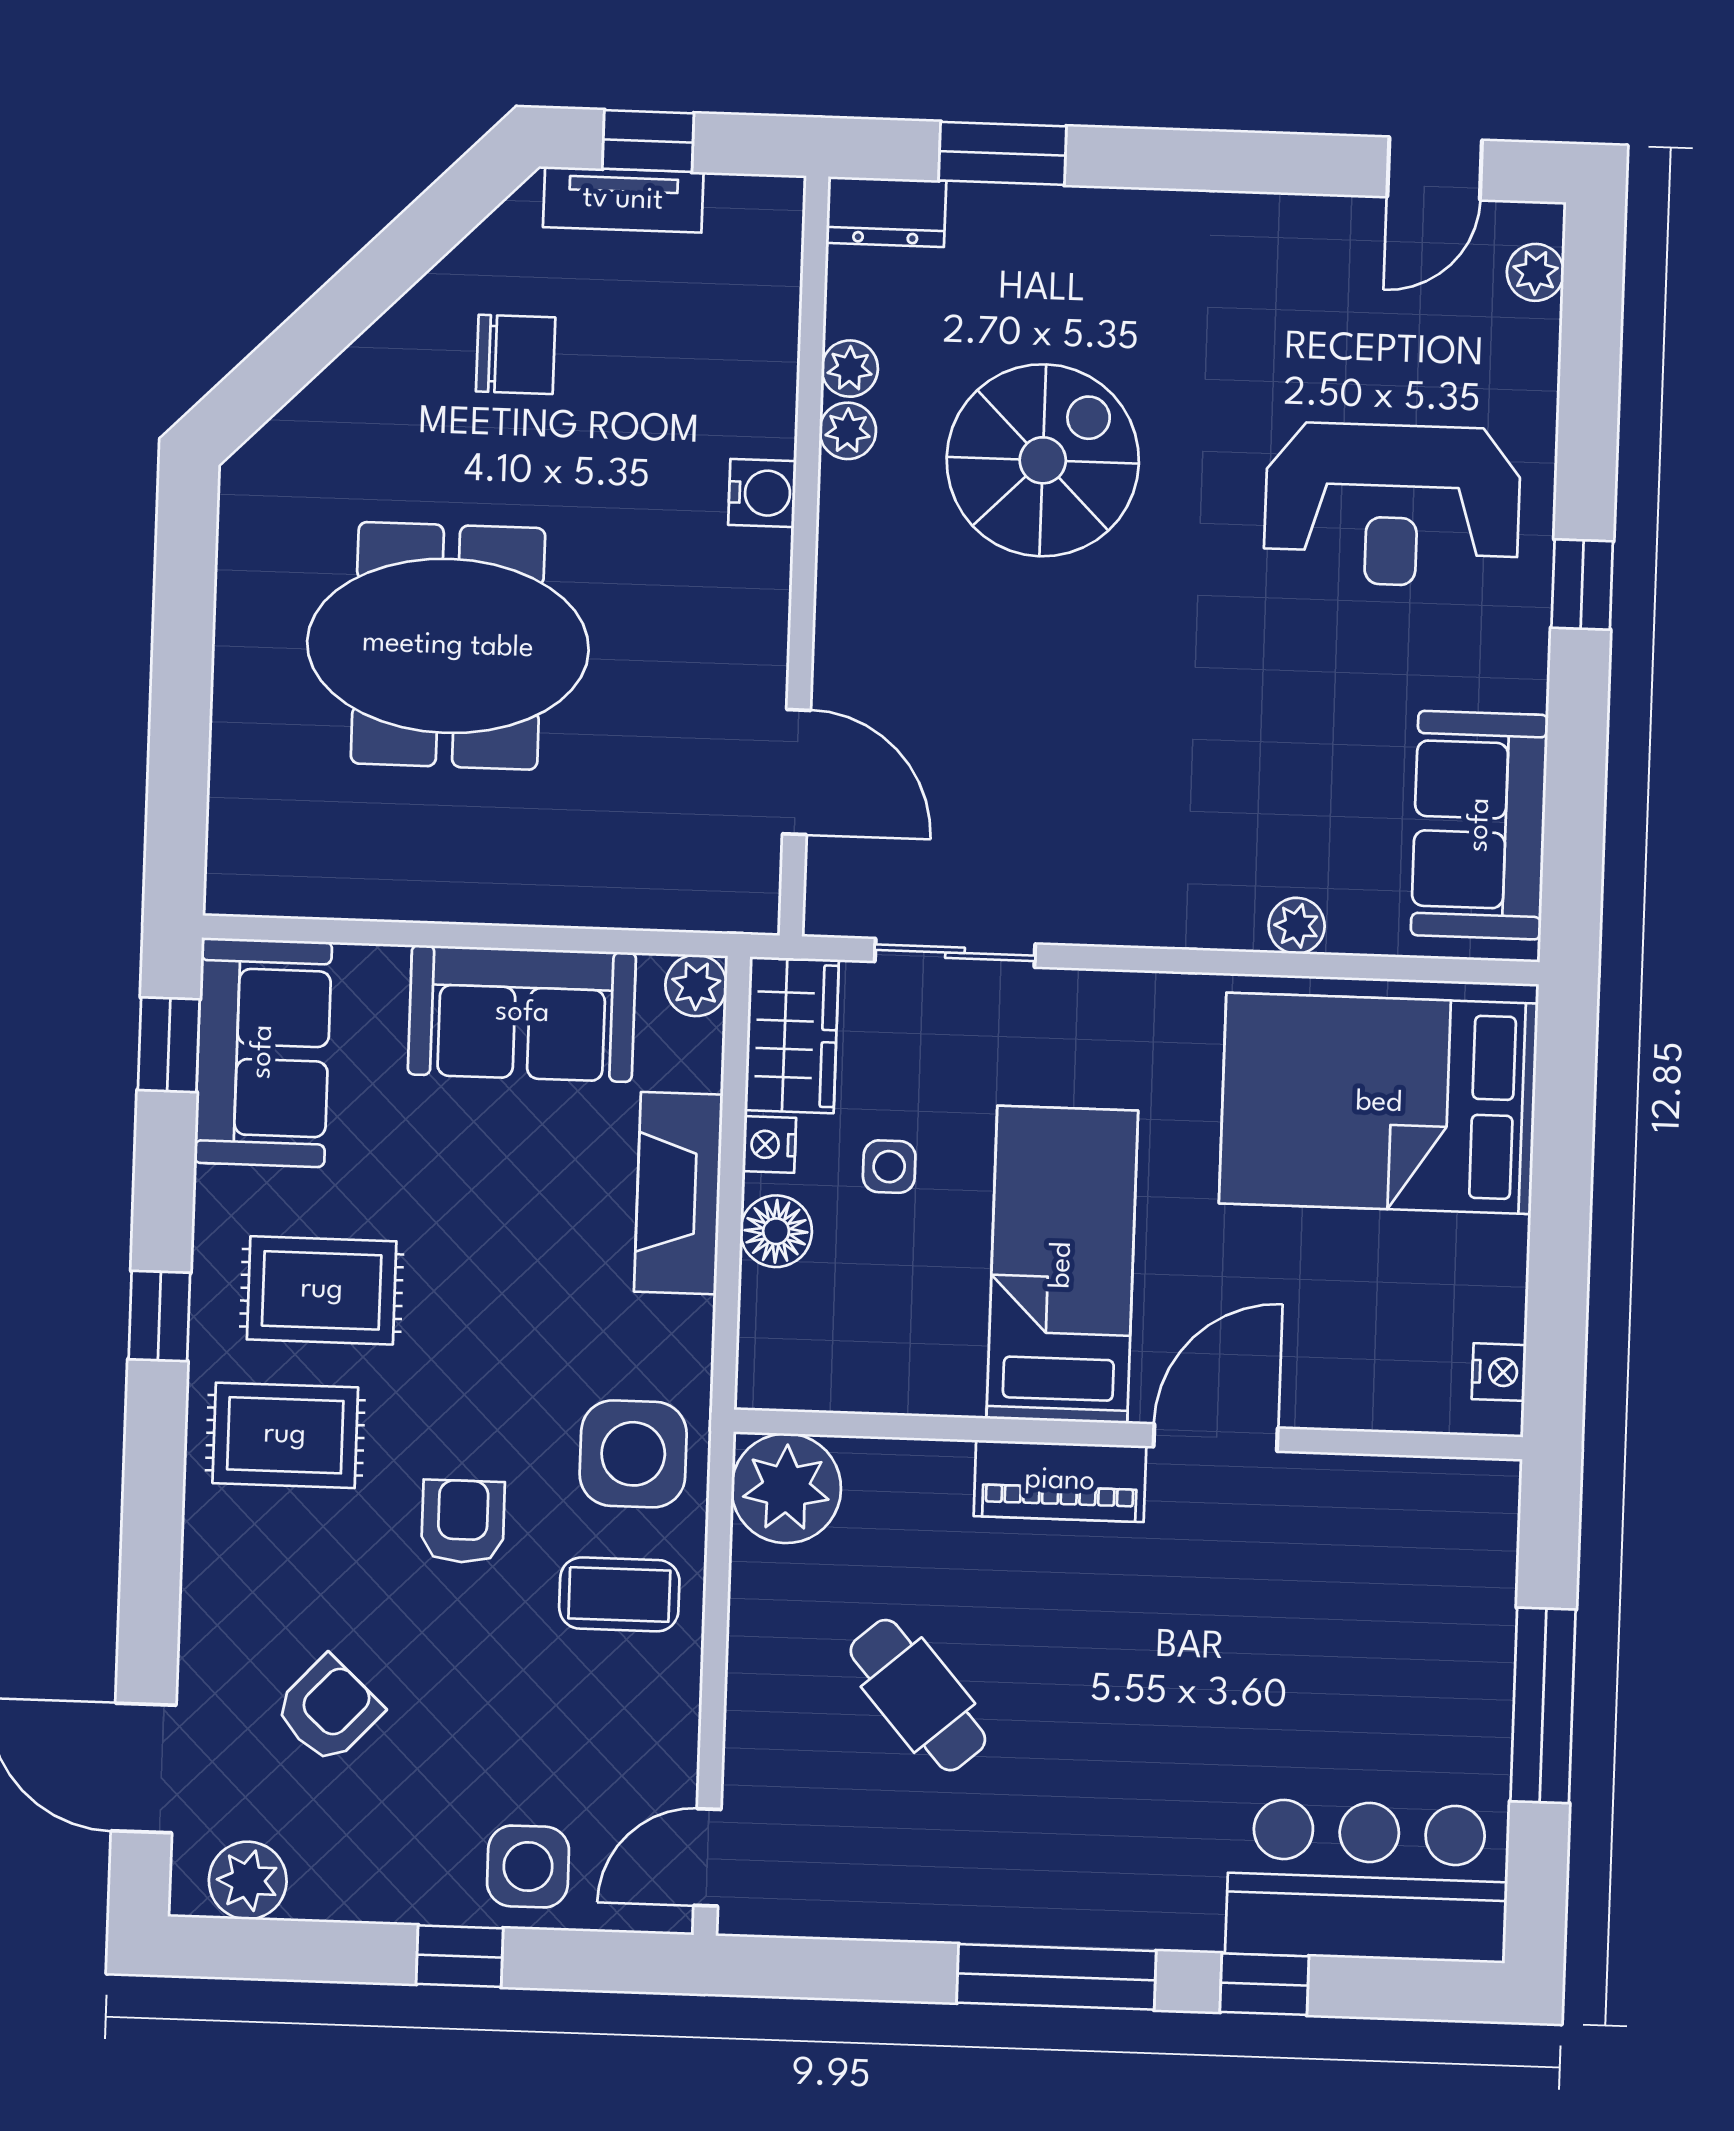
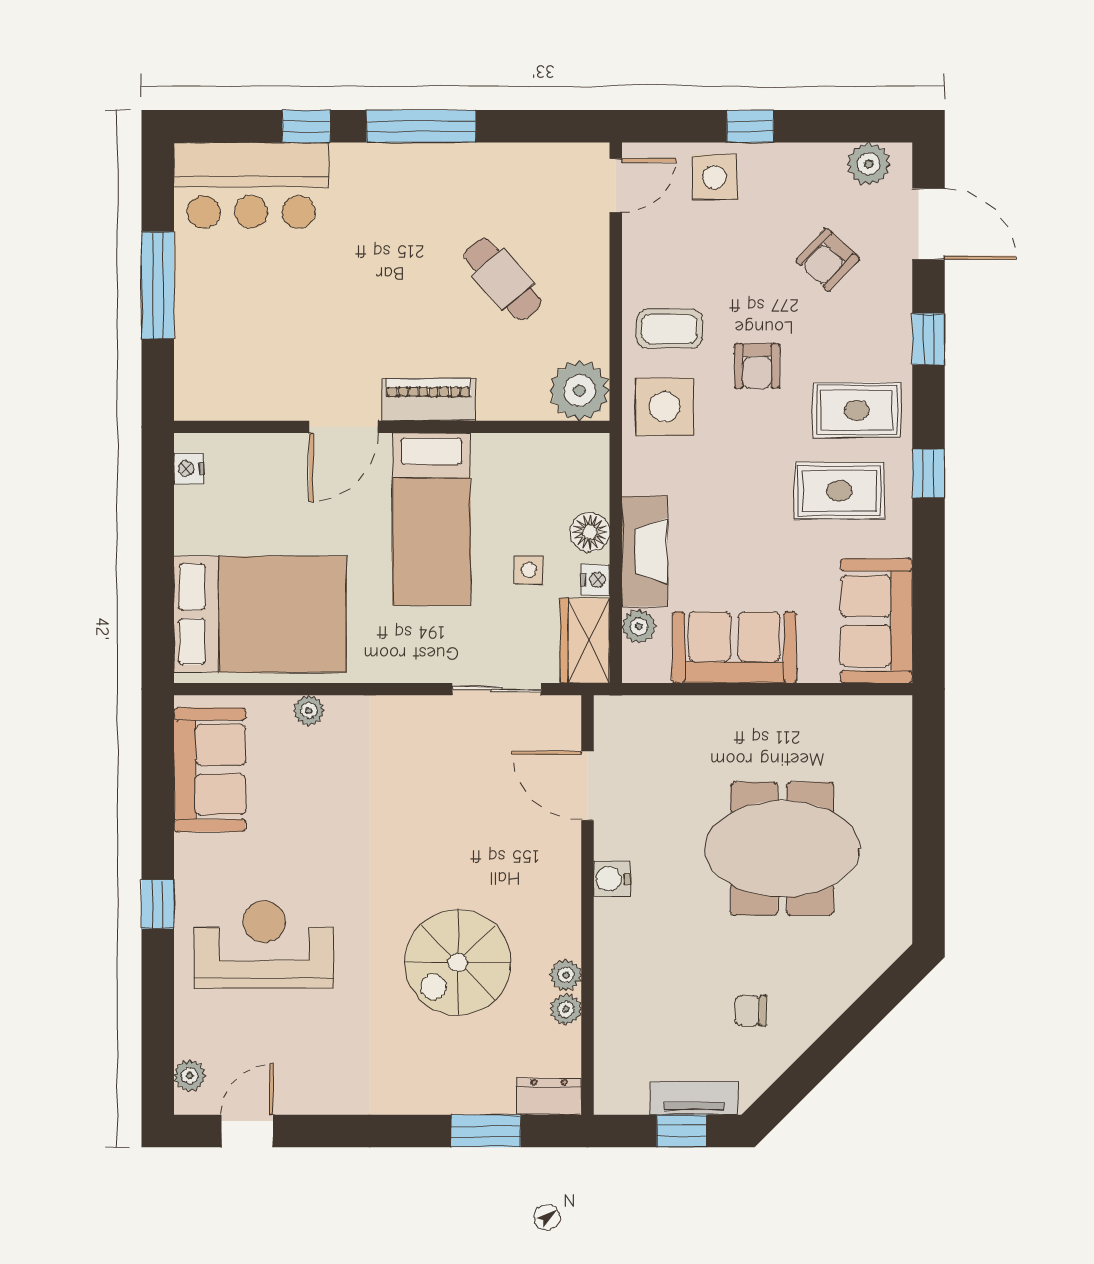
chair: (516, 354) -> (750, 1011), width x0.73, depth x0.73
water cooler: (762, 493) -> (612, 879), moved
plant: (696, 985) -> (639, 627), moved
window: (169, 1045) -> (928, 339), moved

